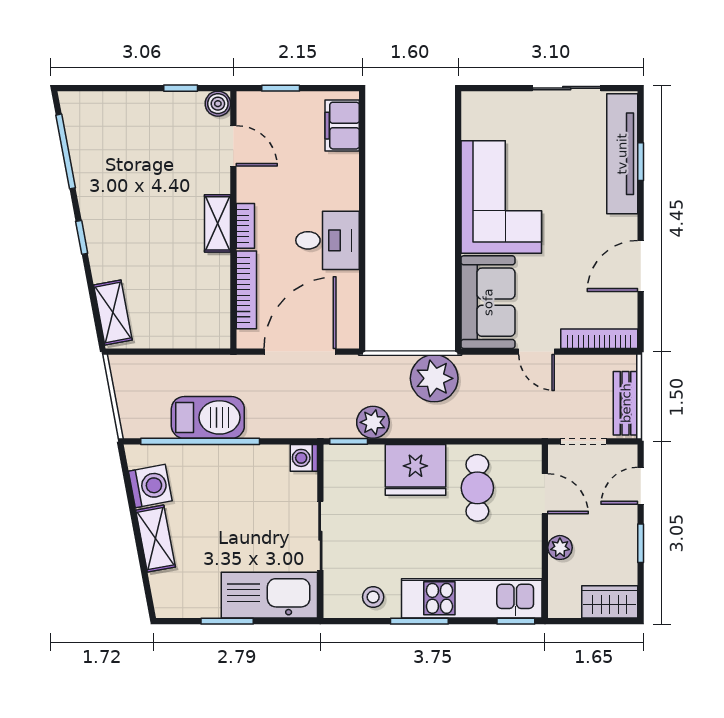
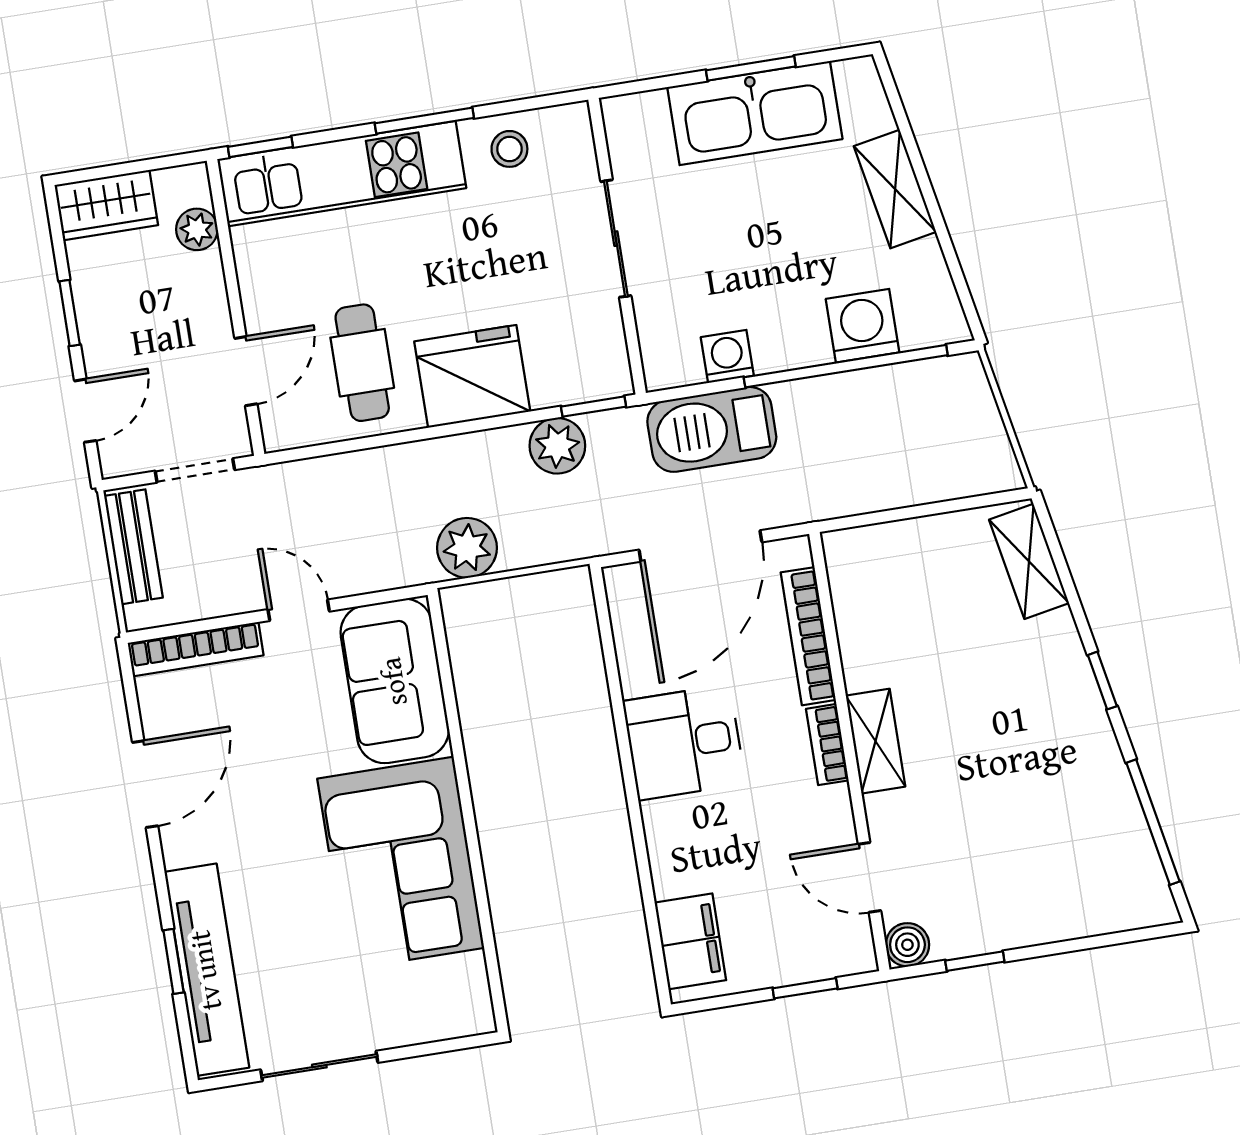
plant: (434, 378) -> (467, 548), width x0.73, depth x0.73
barbecue: (208, 417) -> (712, 429), moved
washing machine: (304, 458) -> (727, 356), moved, turned -90
washing machine: (150, 486) -> (863, 326), moved, turned 101
door: (545, 494) -> (246, 371), swing flipped
plant: (560, 548) -> (197, 229), moved
kitchen sink: (269, 595) -> (755, 113), moved

